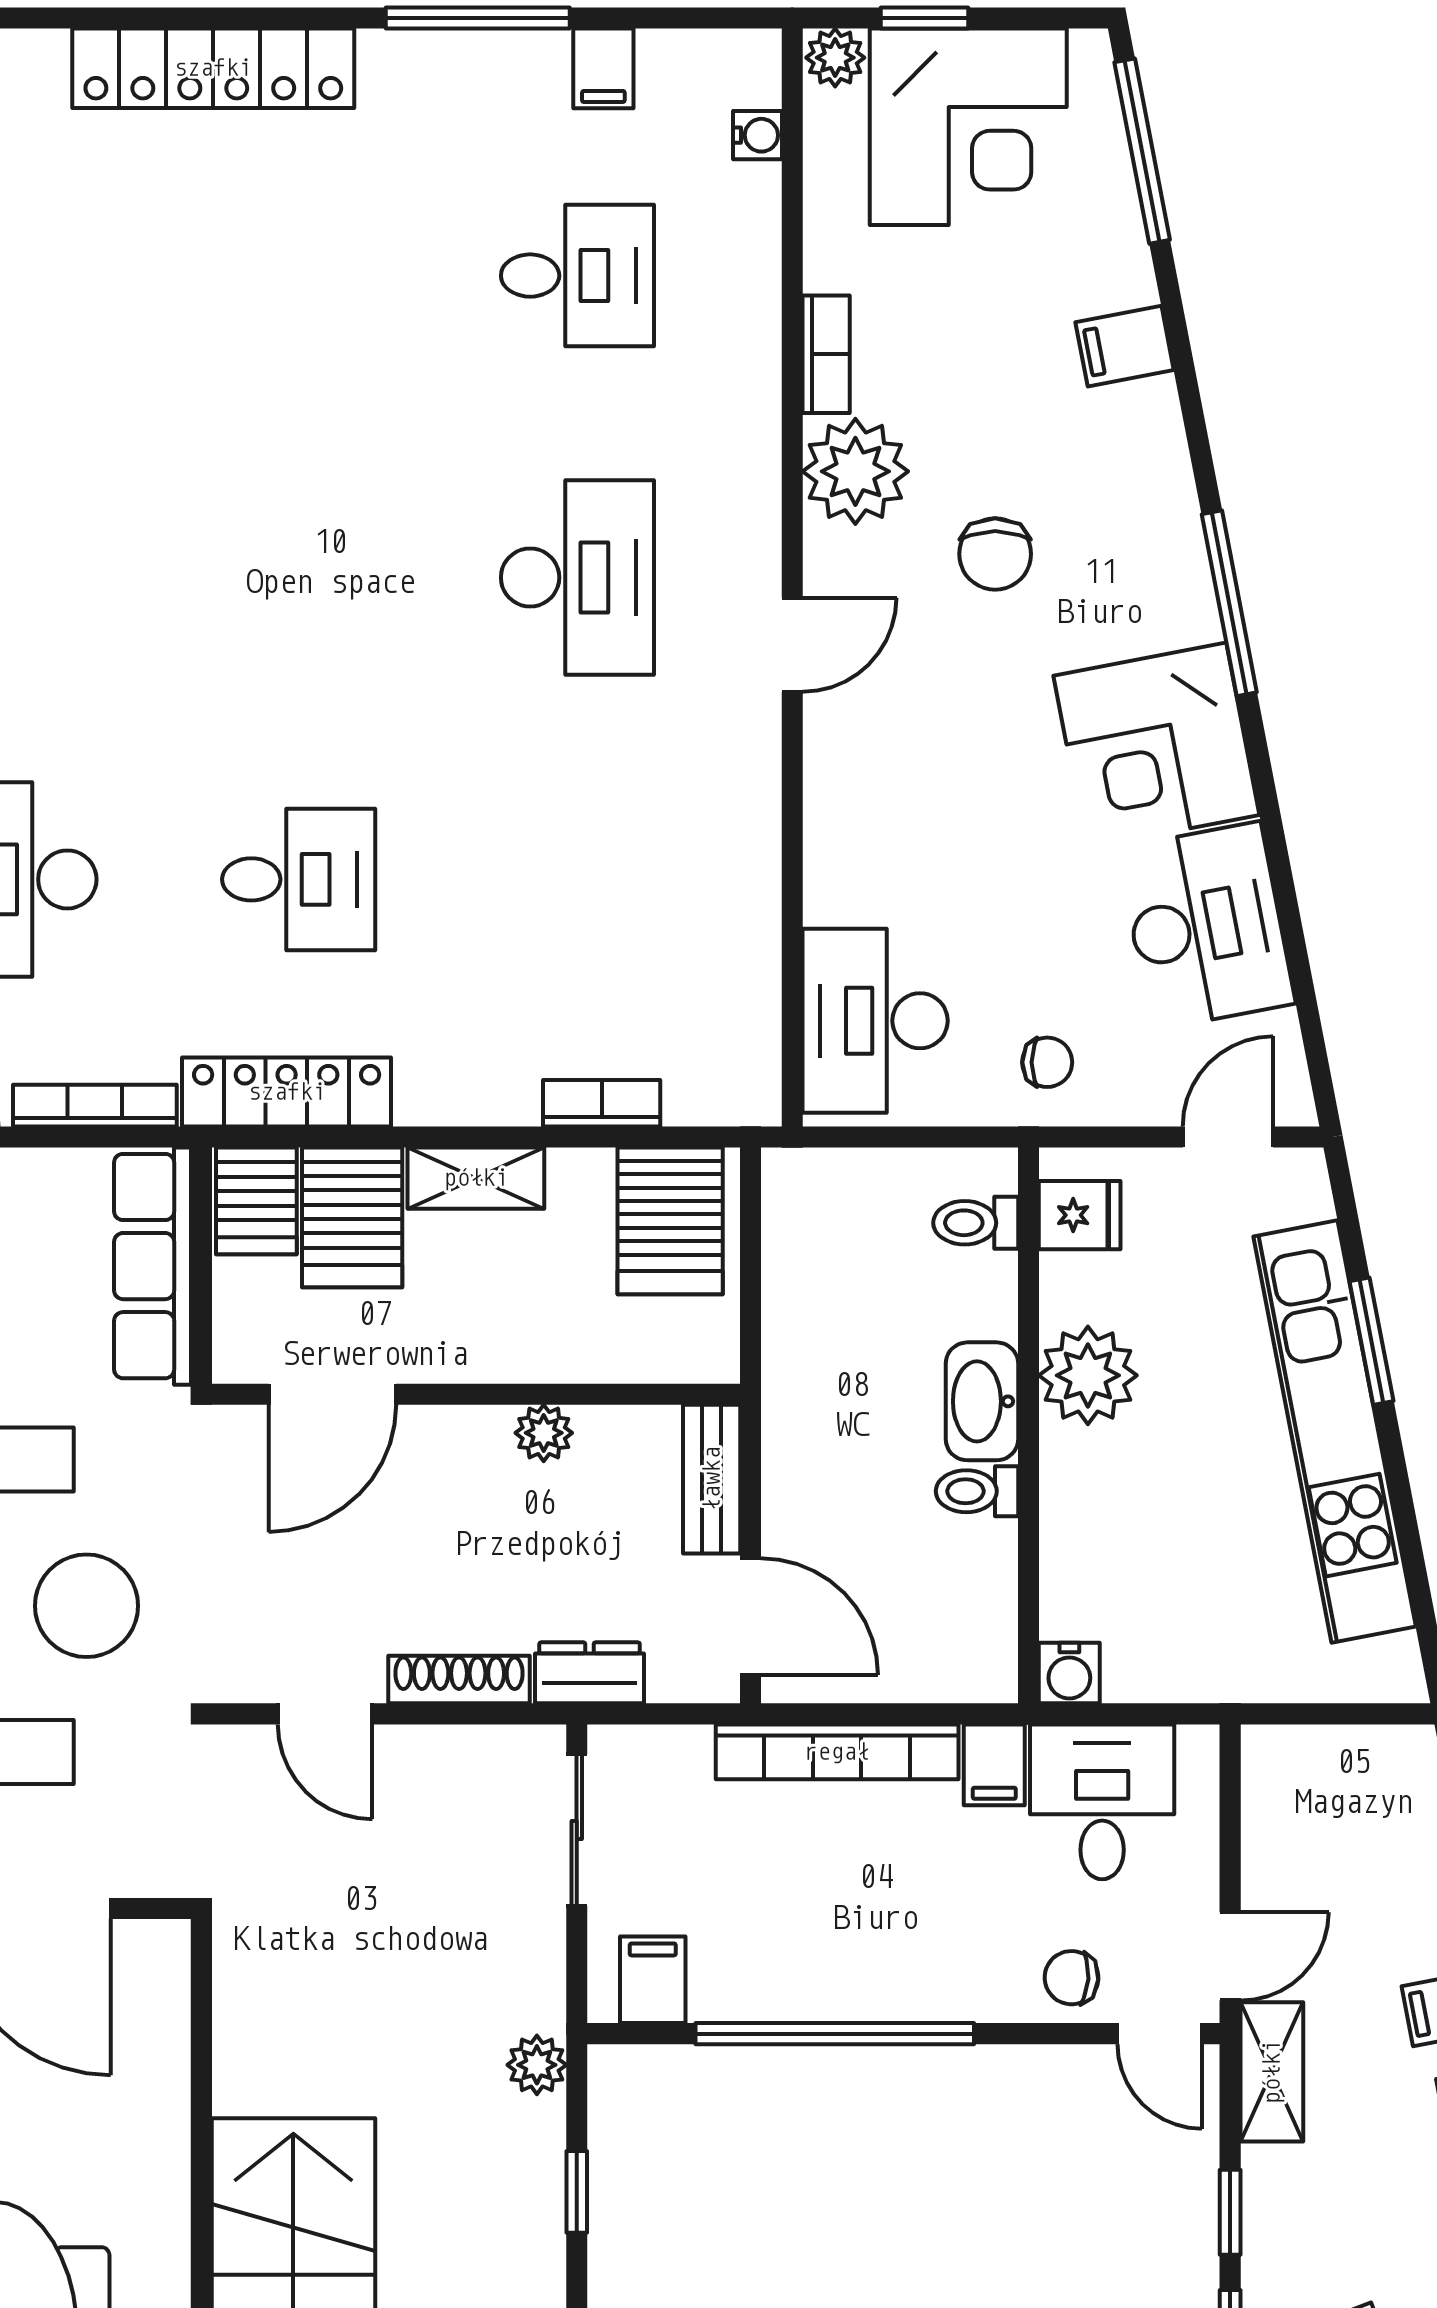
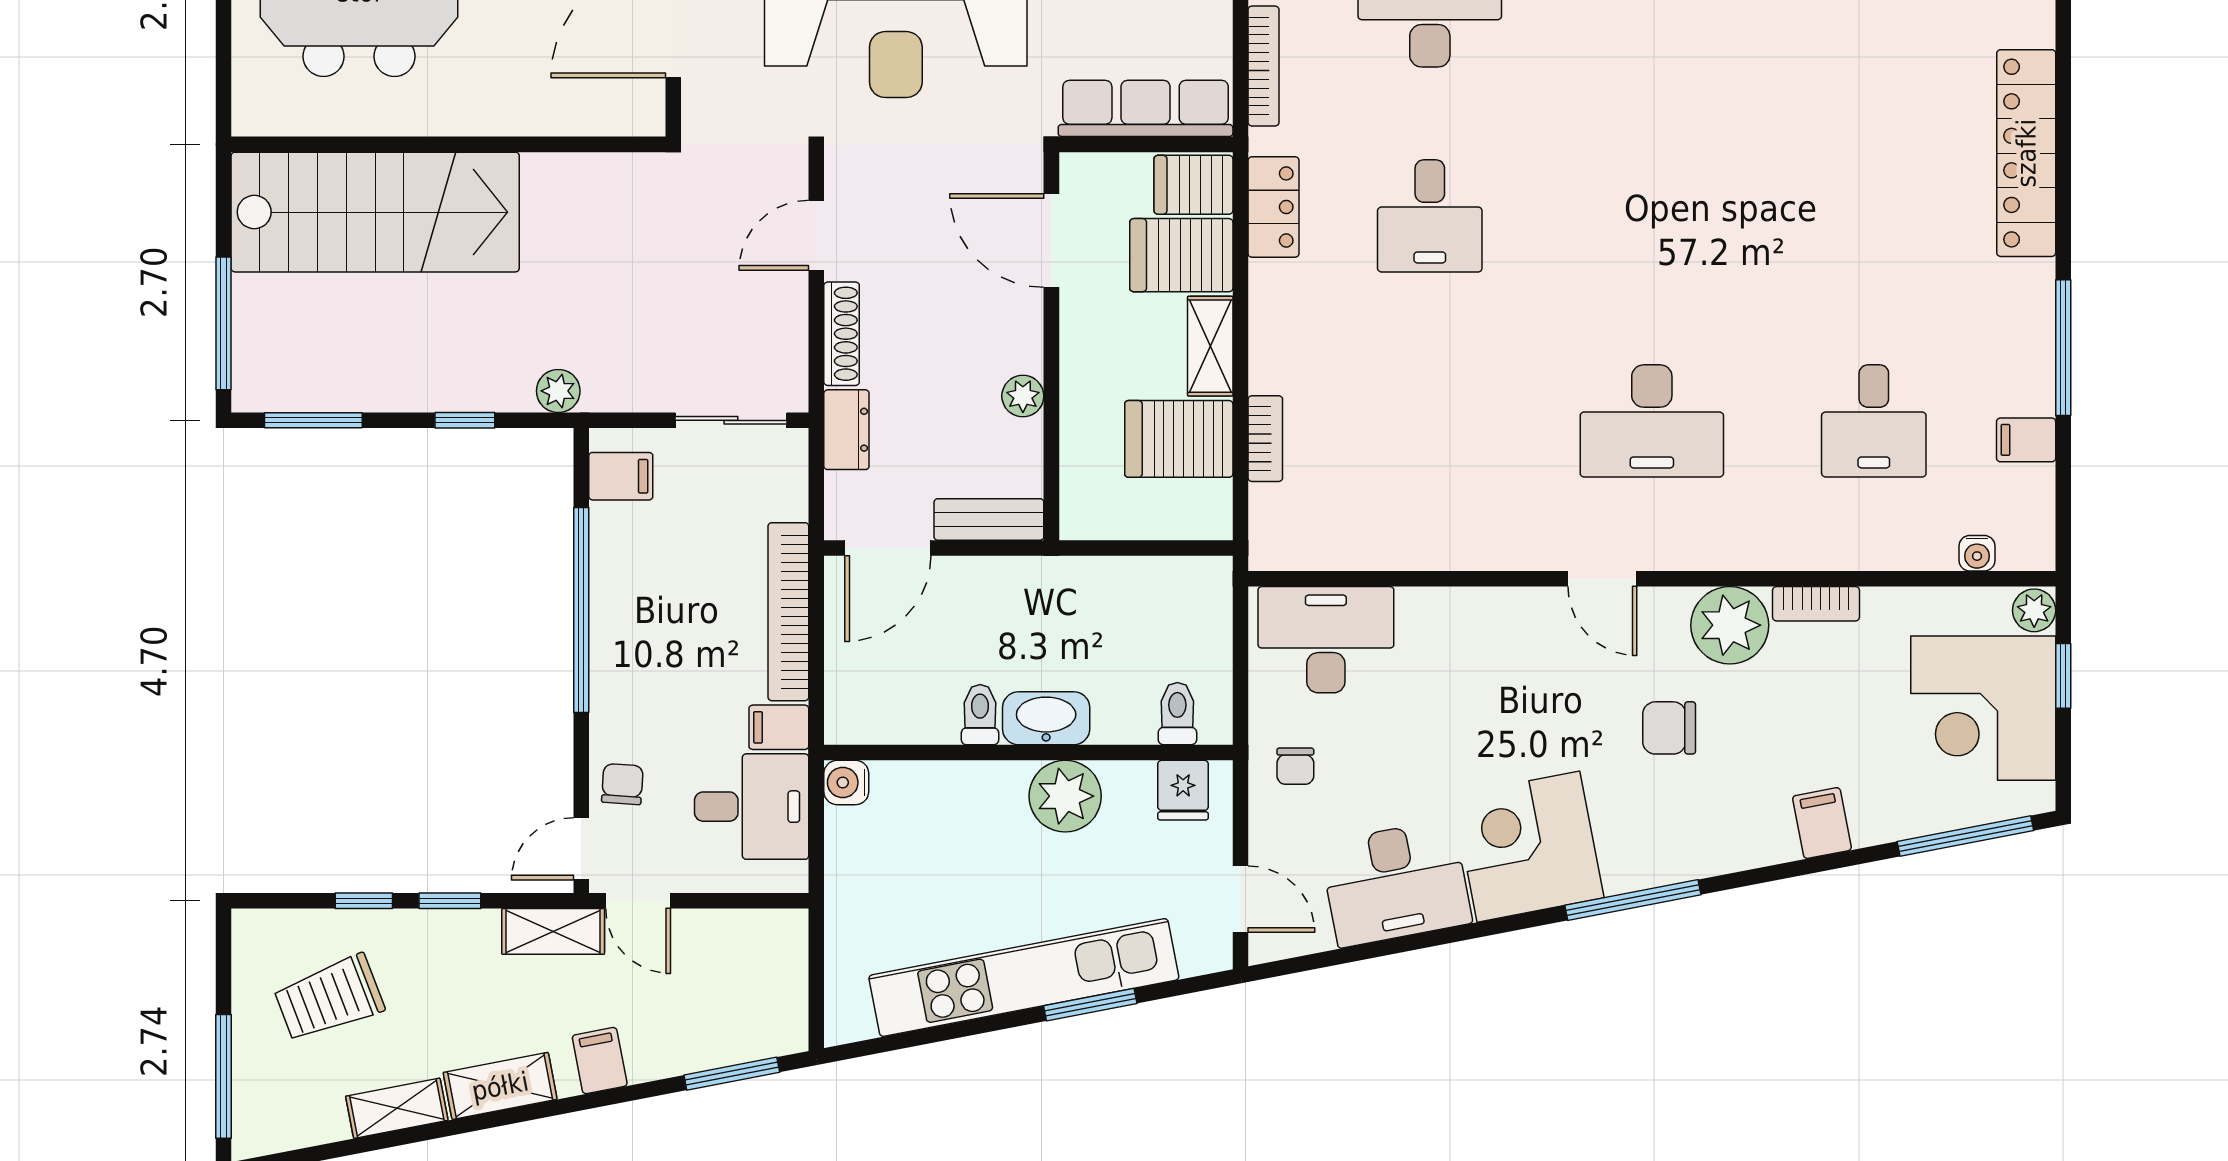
locker: (287, 1092) -> (1274, 207), width x0.66
server rack: (670, 1221) -> (1179, 439), moved

